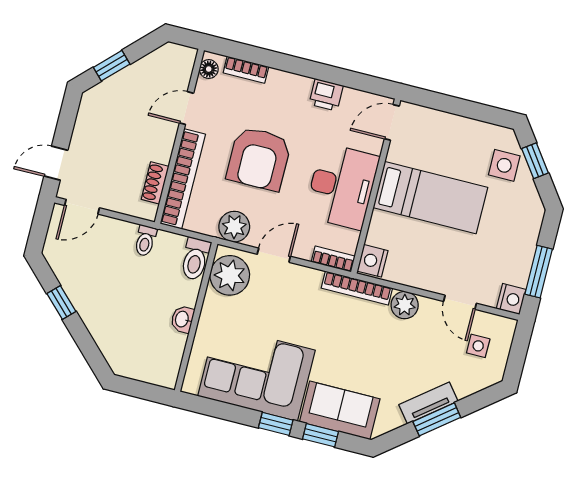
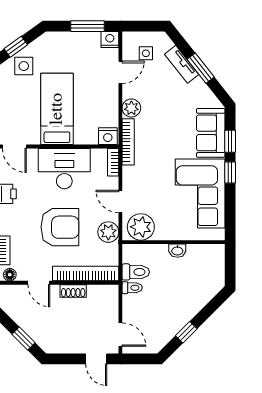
shoe rack: (155, 183) -> (73, 291), moved
toilet: (195, 259) -> (136, 272), moved
tv unit: (428, 403) -> (182, 64), moved

